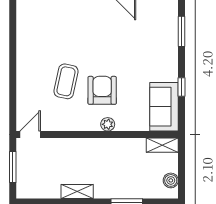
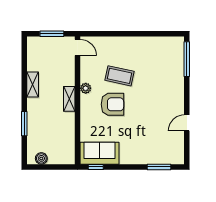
window: (182, 87) -> (96, 167), moved
plant: (108, 124) -> (86, 88), moved
shelving: (162, 145) -> (69, 99), moved

